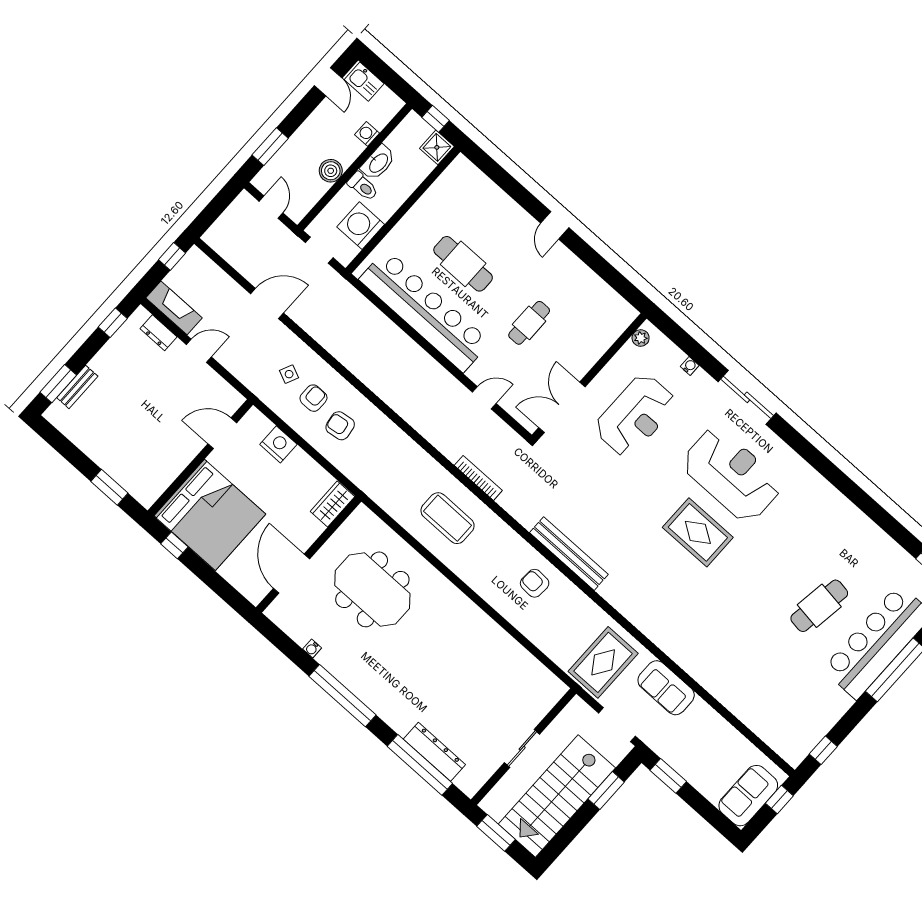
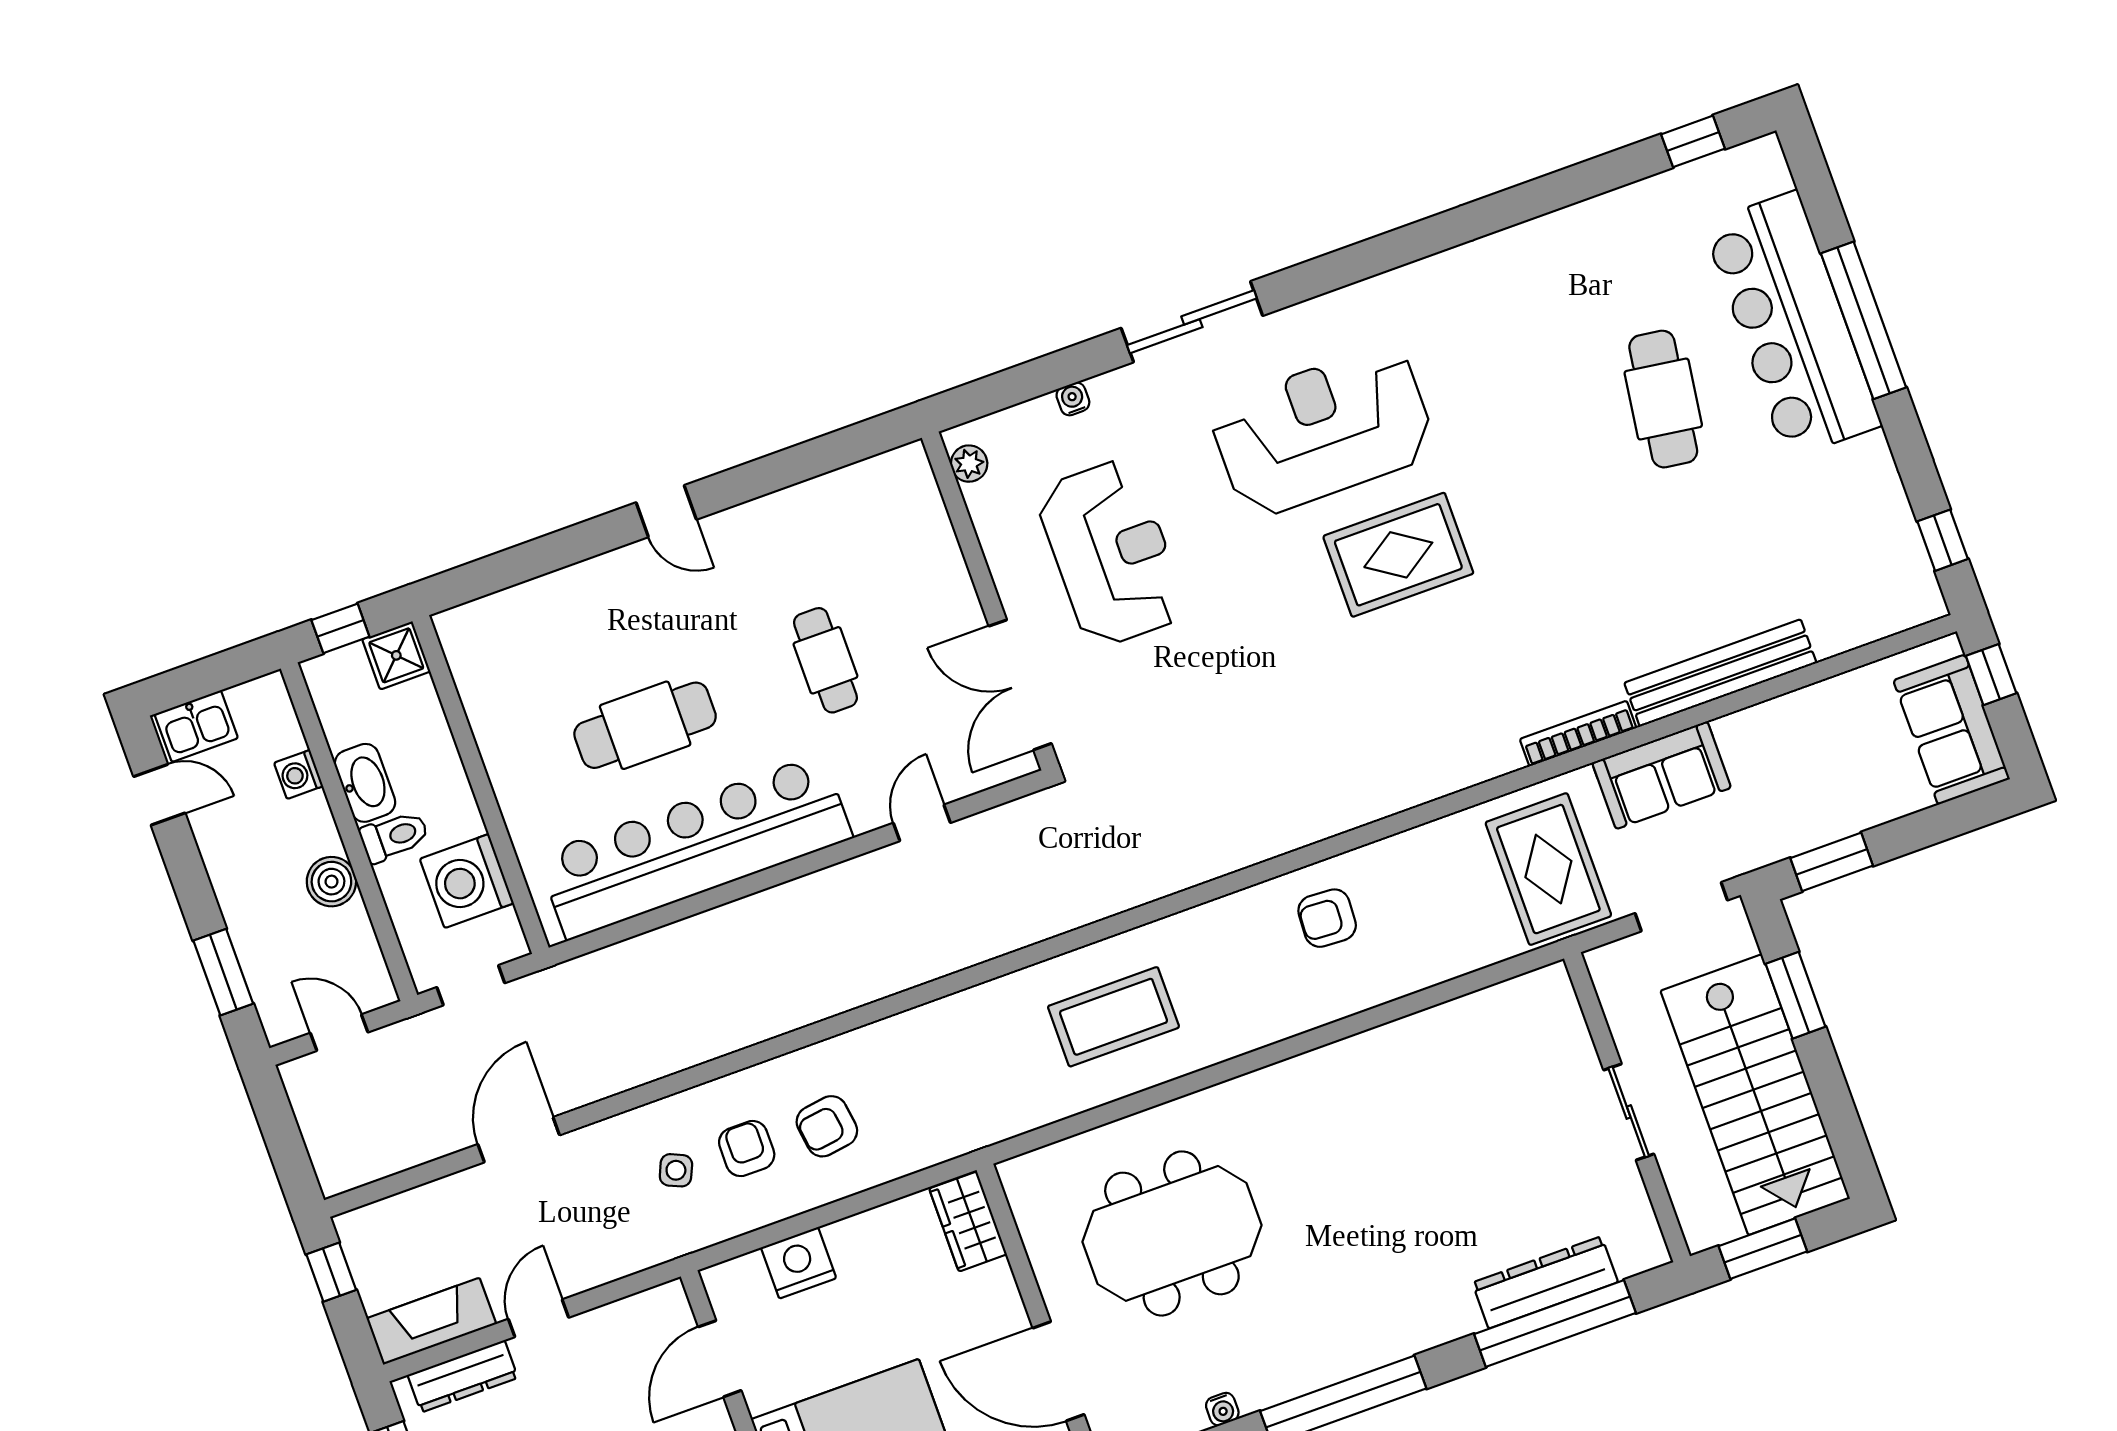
dresser: (159, 333) -> (463, 1376), width x1.44
bookcase: (478, 478) -> (1578, 734), moved
bench: (569, 554) -> (1720, 673), moved

